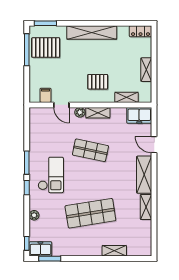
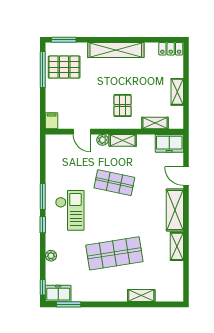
pallet: (98, 82) -> (123, 106), turned 90
filing cabinet: (46, 95) -> (52, 121), moved

